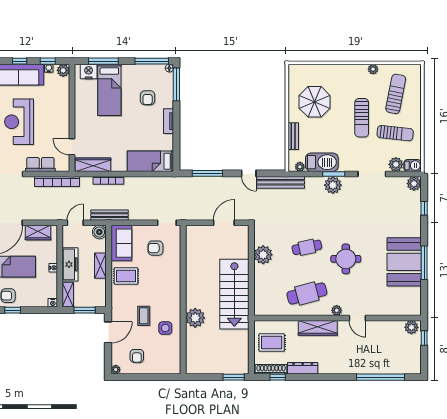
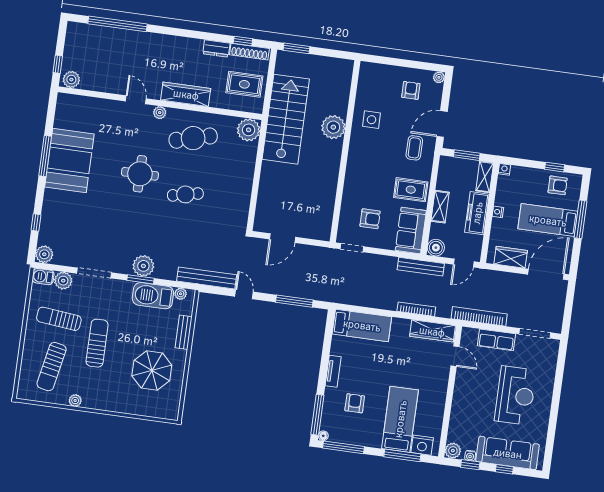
plant: (263, 255) -> (249, 130), moved
stairs: (234, 294) -> (286, 119), moved
coffee table: (144, 316) -> (414, 148), moved
dresser: (303, 368) -> (216, 48), width x0.70

